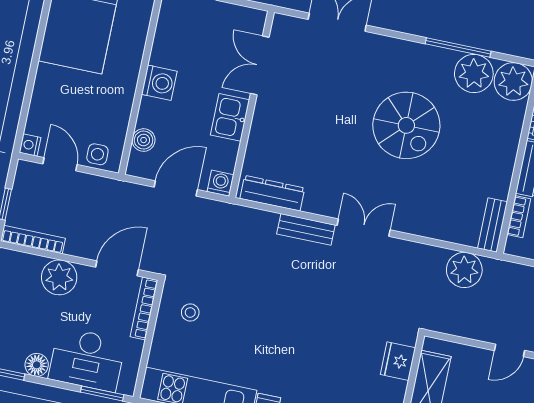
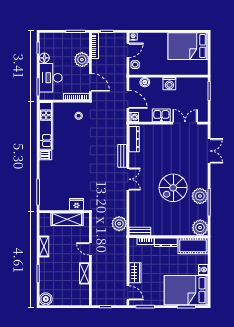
plant: (474, 73) -> (200, 196), moved

